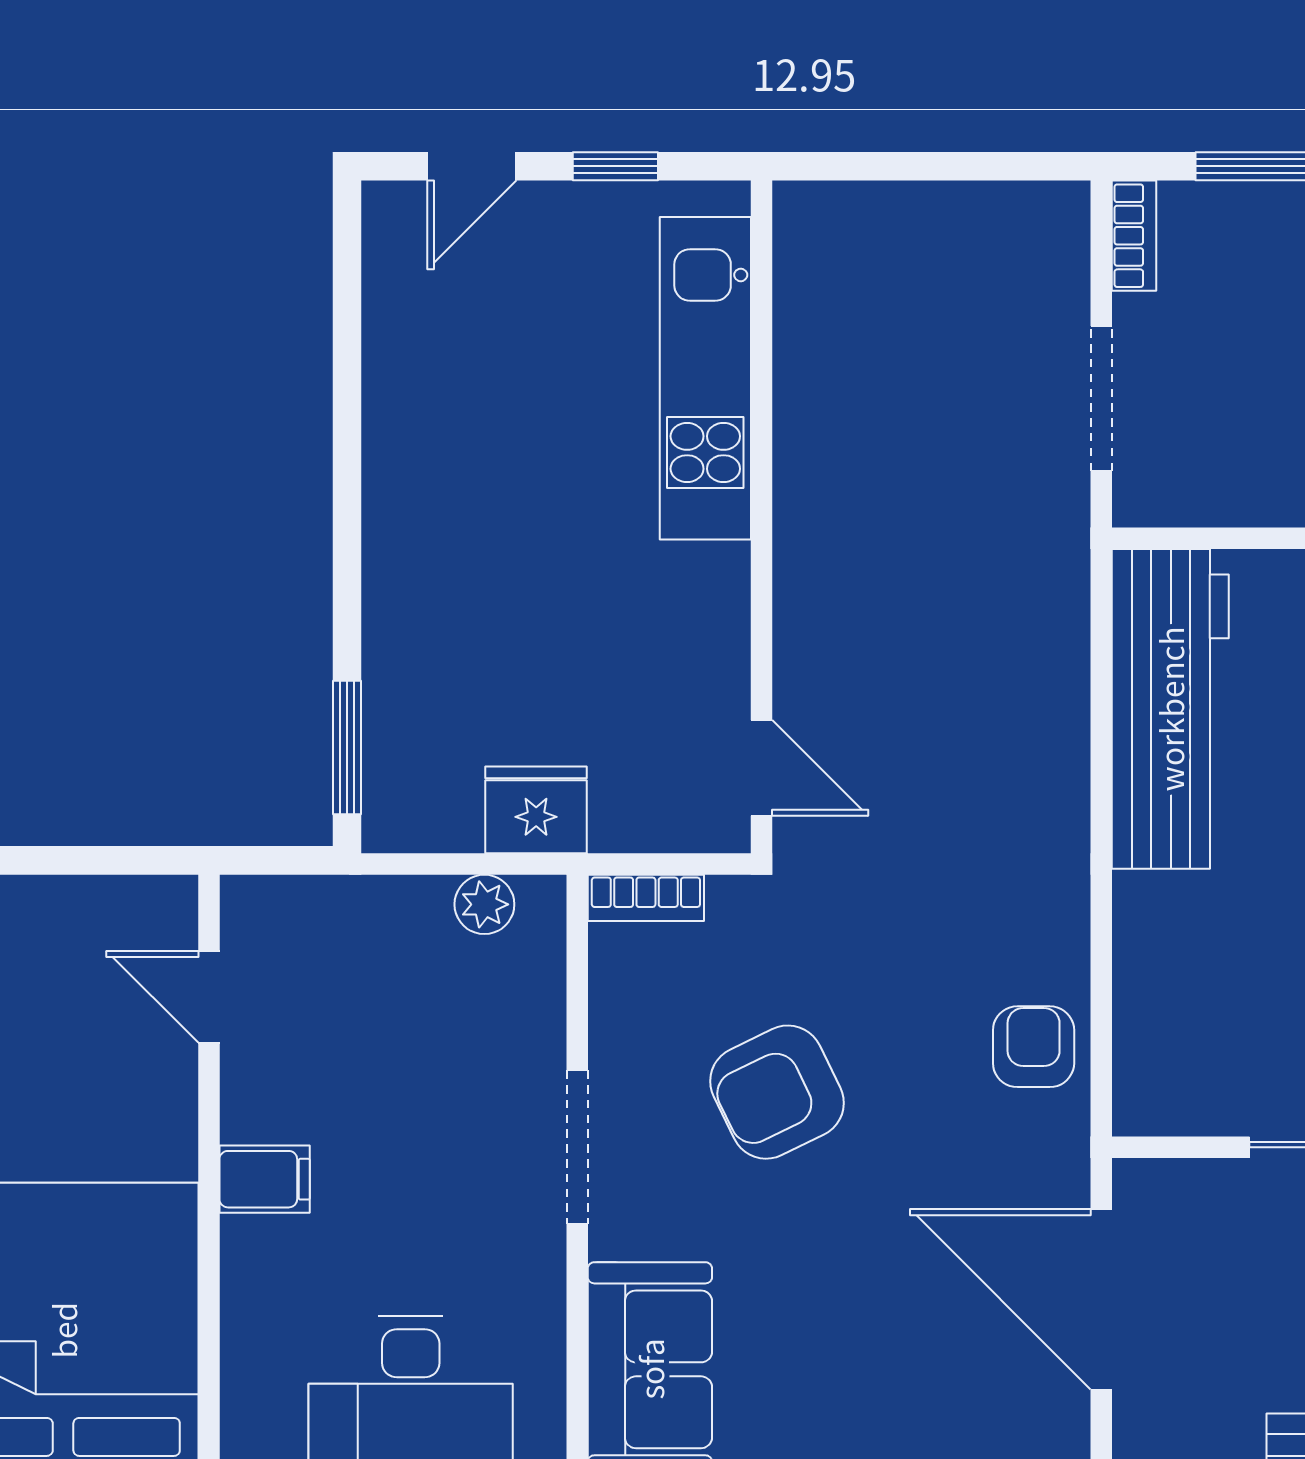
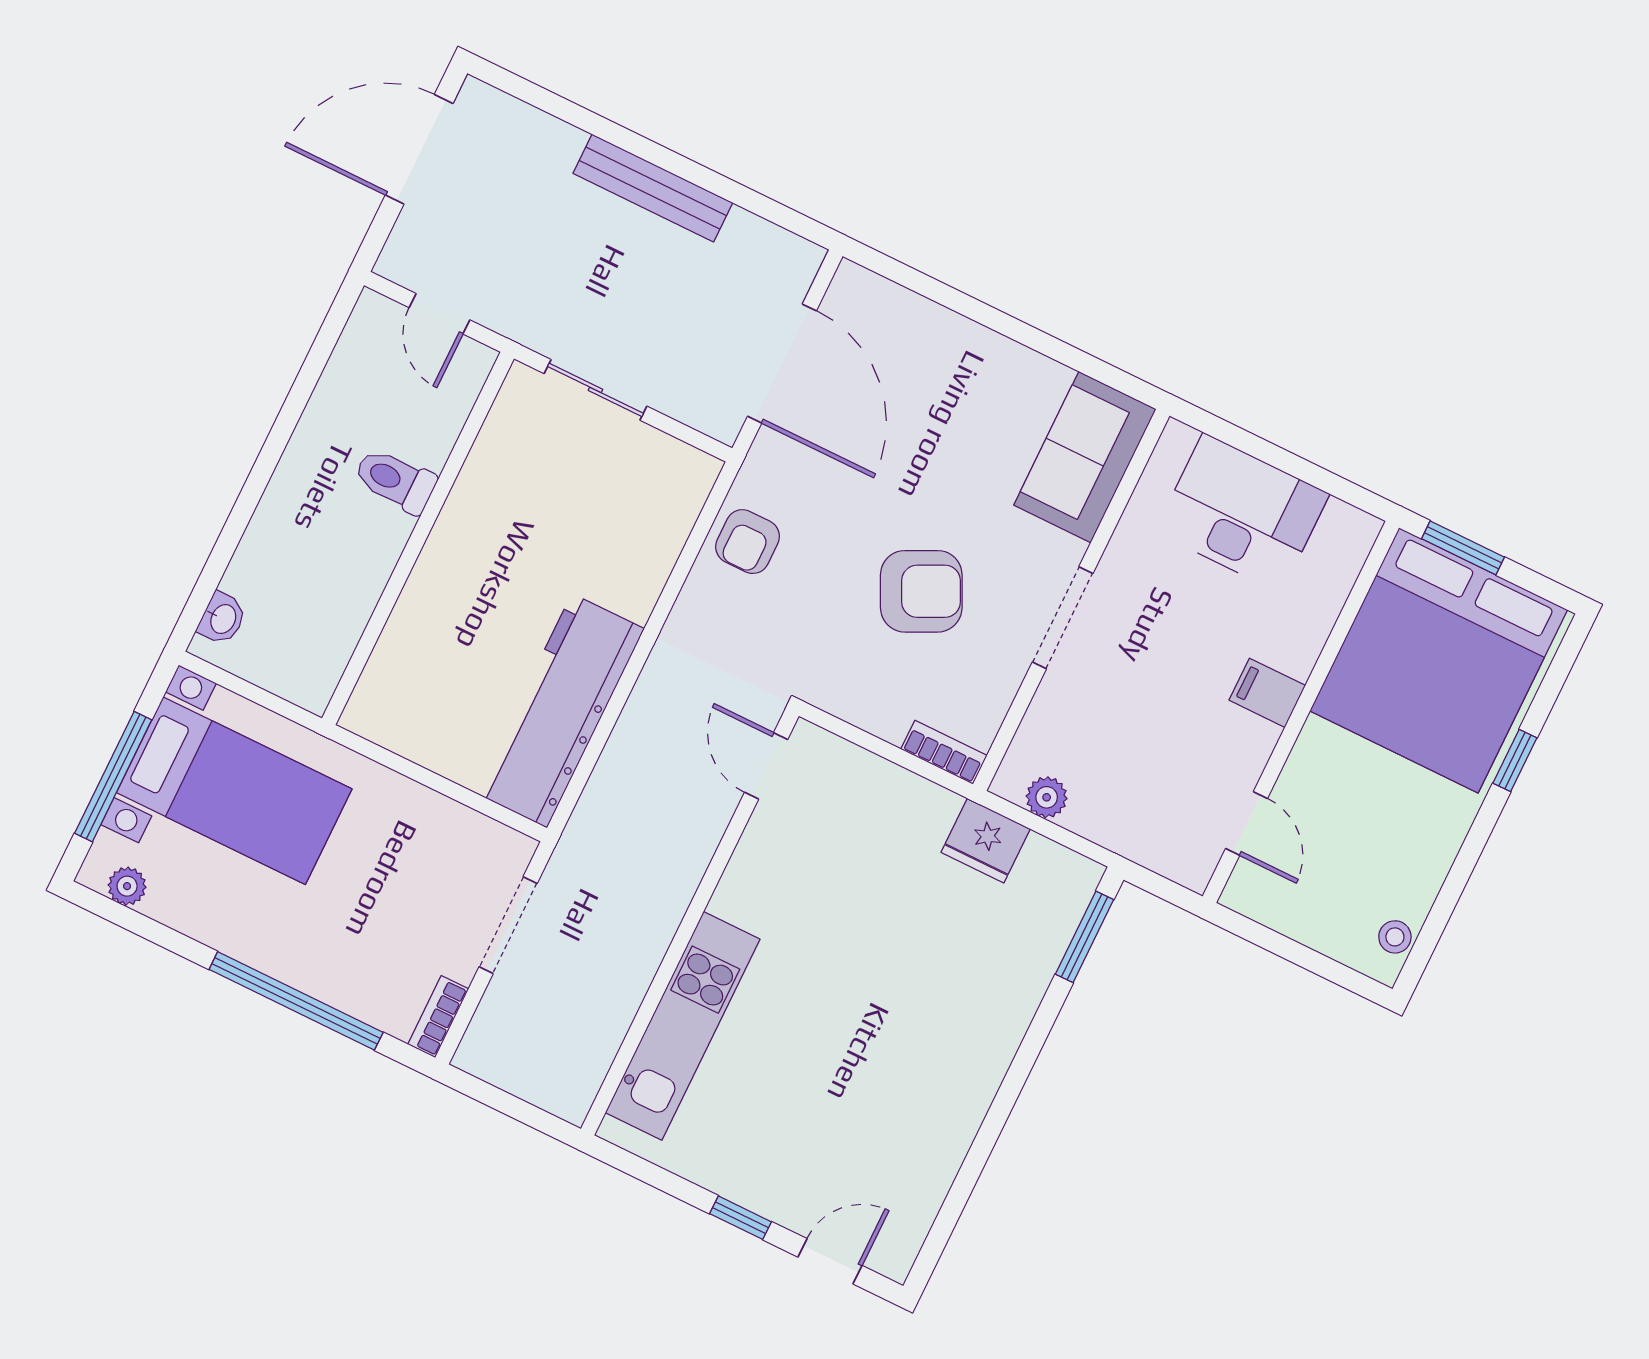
kitchen unit: (705, 378) -> (683, 1026), moved
wall: (761, 517) -> (690, 922), moved
door: (761, 768) -> (766, 766), moved

